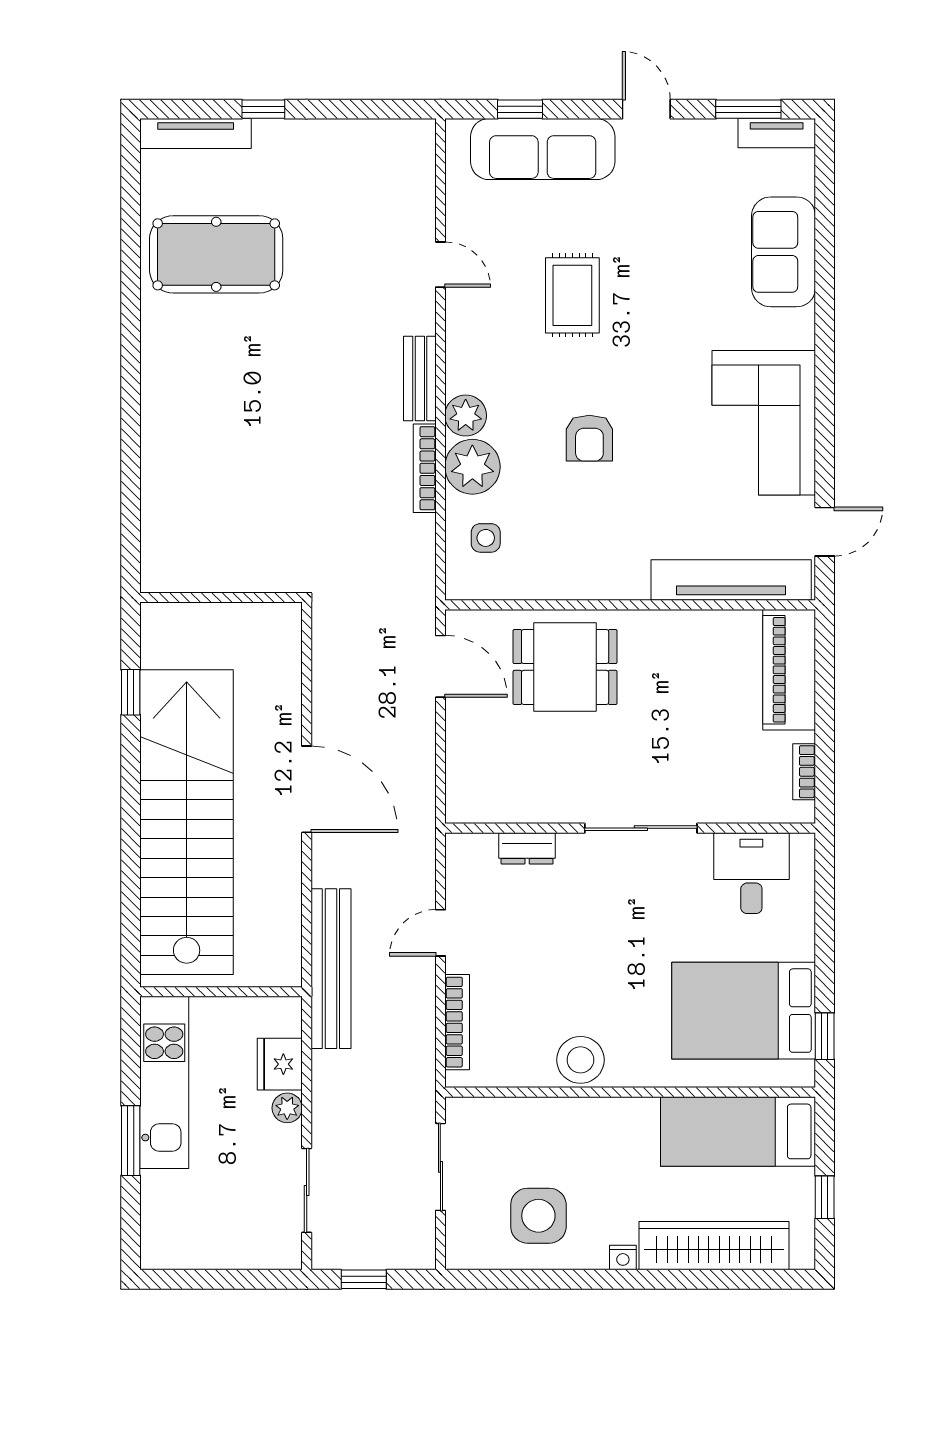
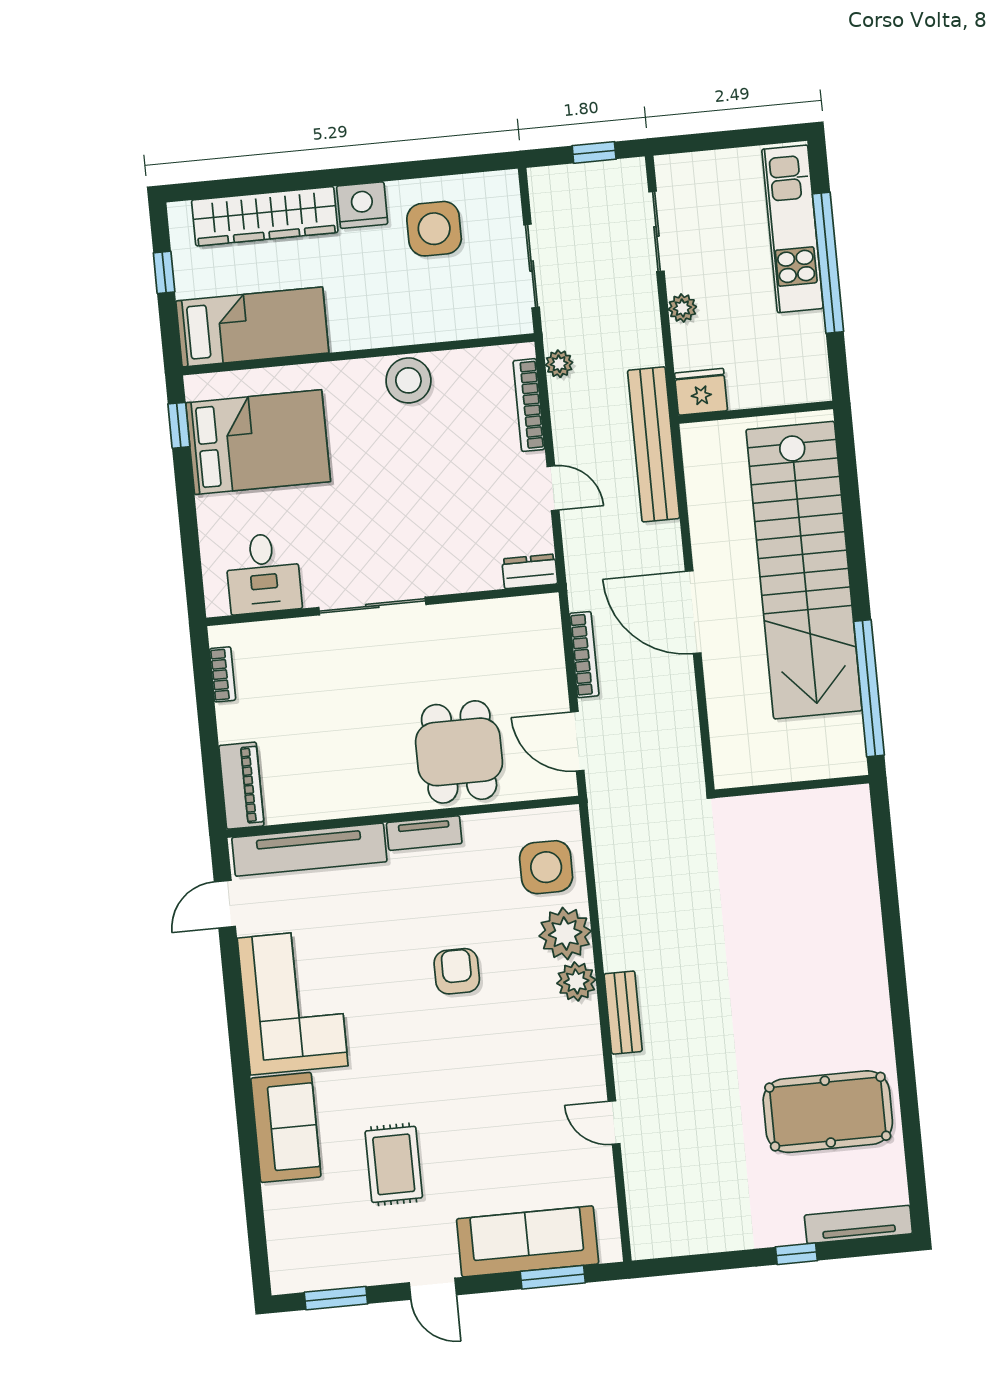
window: (520, 109) -> (553, 1277), width x1.50
tv unit: (777, 133) -> (424, 833), moved, turned 180
sofa: (784, 252) -> (286, 1127), moved
rug: (572, 295) -> (394, 1164), moved
bookcase: (425, 468) -> (584, 655), moved
side table: (486, 538) -> (546, 867), width x1.87, depth x1.87
dining table: (565, 667) -> (459, 752), turned 90
piano: (789, 670) -> (241, 786), width x0.73, depth x0.75
window: (131, 692) -> (869, 688), width x3.17
dresser: (527, 848) -> (530, 571), moved
door: (440, 933) -> (553, 488), hinge flipped
plant: (422, 1062) -> (559, 364), added
fridge: (280, 1064) -> (701, 392), moved, turned -90
kitchen unit: (164, 1082) -> (793, 229), moved
window: (131, 1141) -> (828, 263), width x2.11
nightstand: (623, 1257) -> (362, 205), width x1.89, depth x1.79

